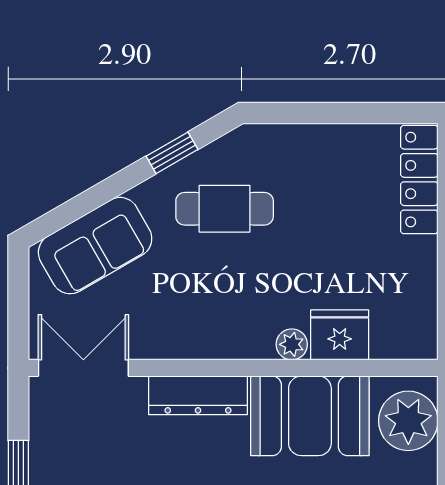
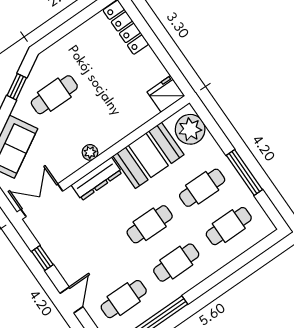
fridge: (340, 335) -> (166, 94), moved
plant: (292, 344) -> (90, 152), moved

